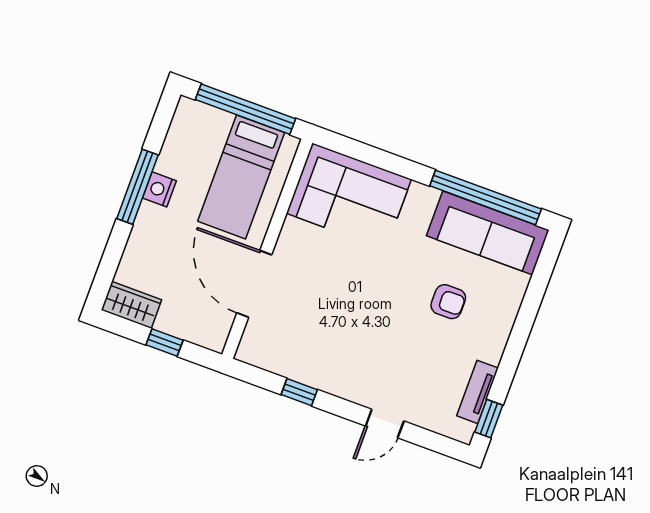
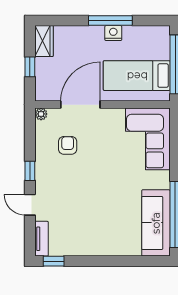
armchair: (448, 302) -> (68, 145), moved, turned 180
plant: (246, 352) -> (41, 114), added
window: (299, 392) -> (30, 171), moved
tv unit: (478, 392) -> (42, 239), moved, turned 90

